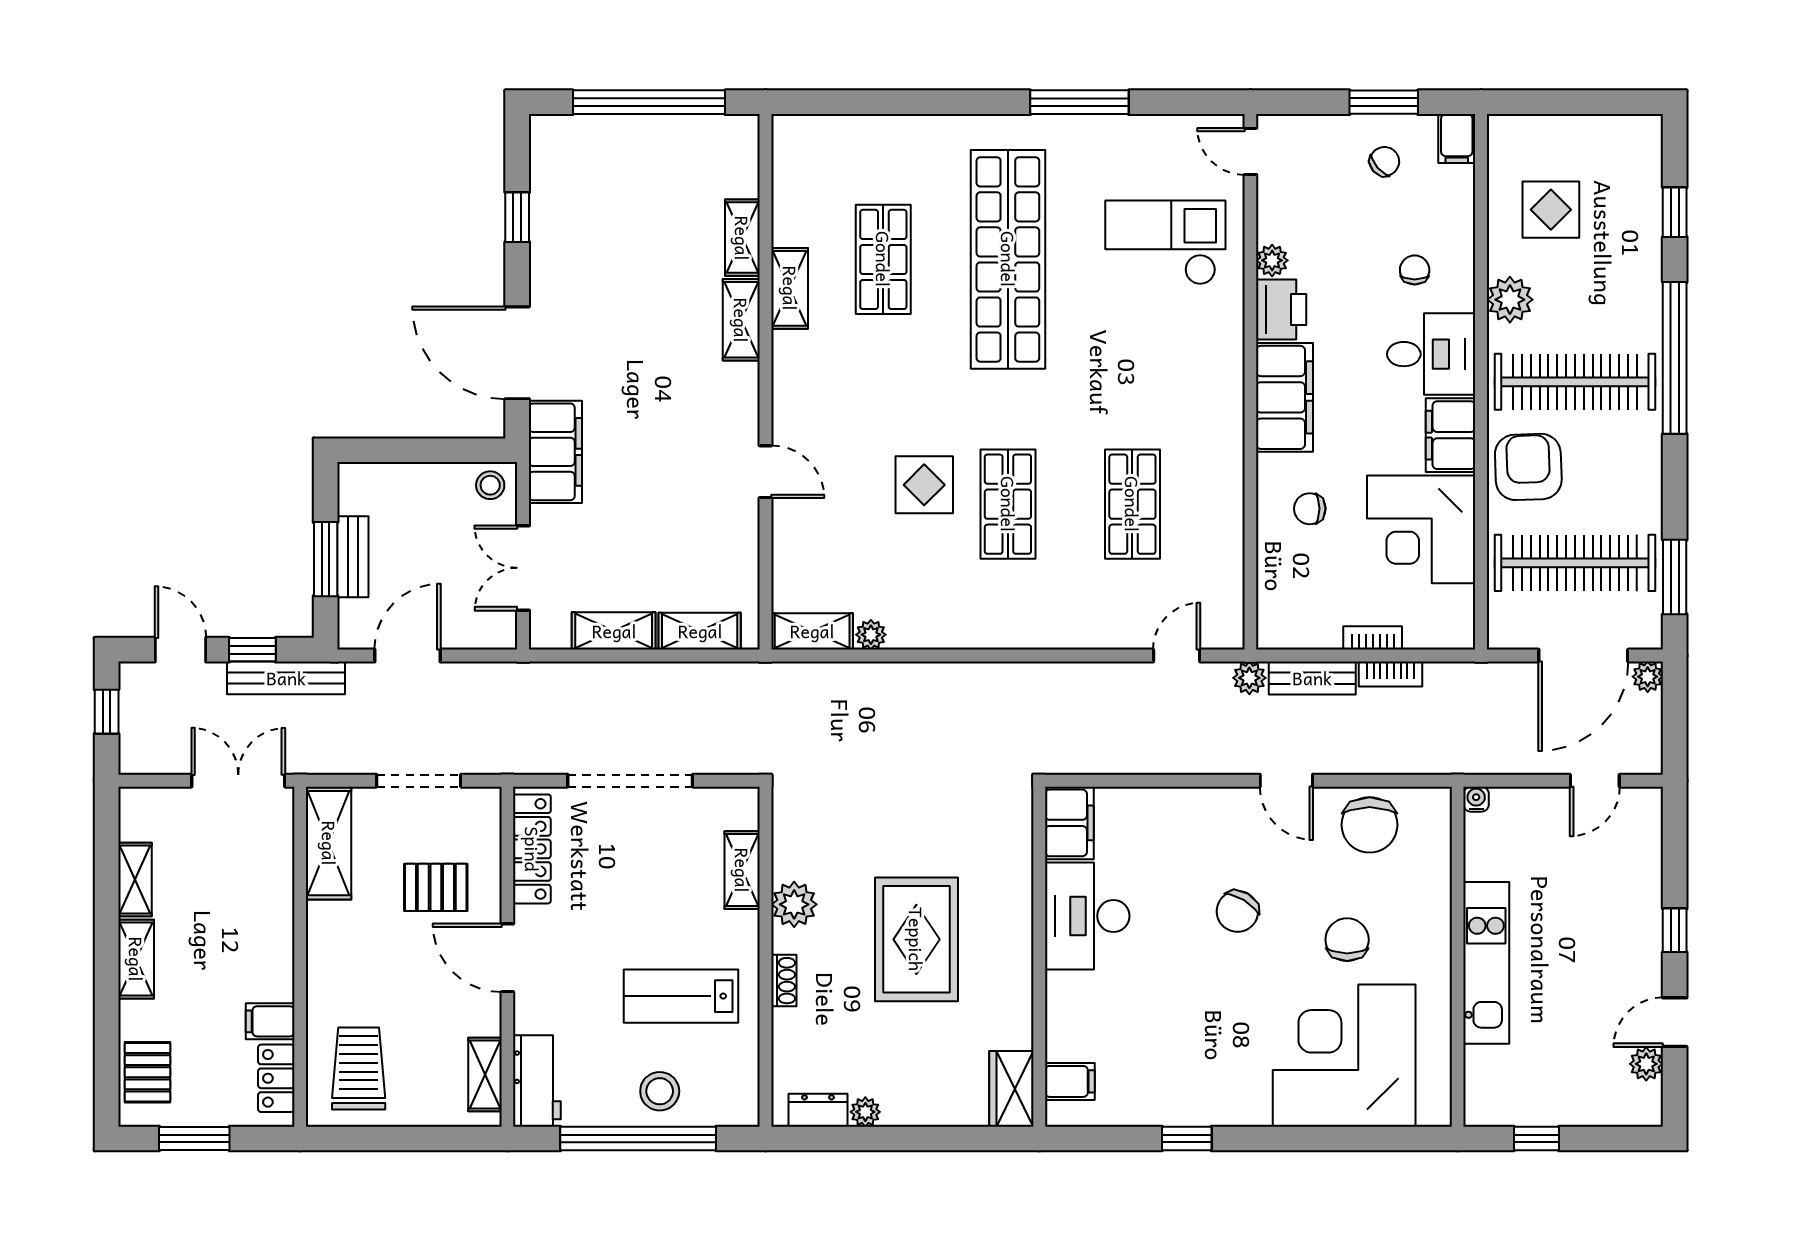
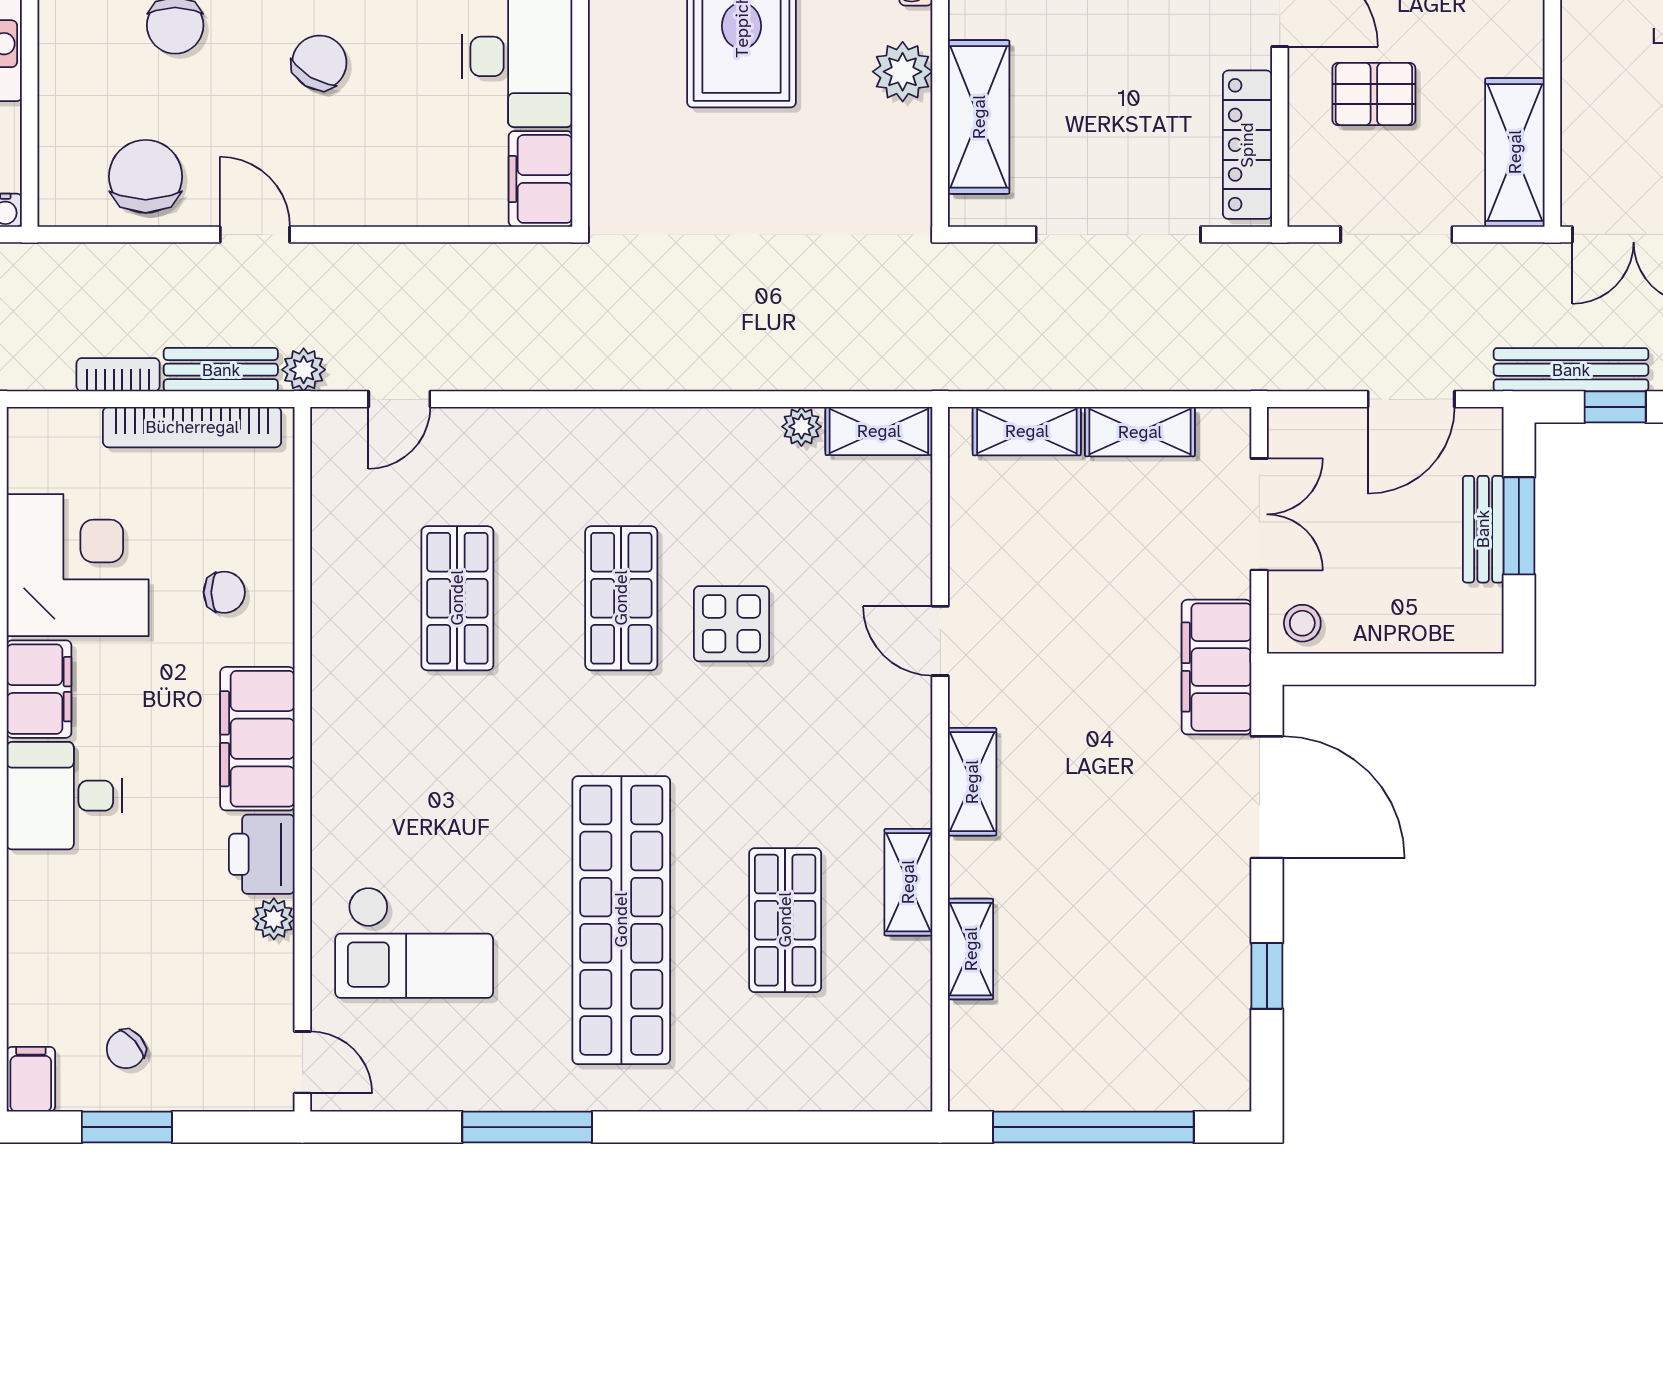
chair: (1415, 270) -> (86, 906), removed
shelving: (741, 320) -> (972, 782), moved
bookcase: (1373, 638) -> (192, 427), width x2.31, depth x1.31
shelving: (742, 870) -> (979, 117), width x1.50, depth x1.33

